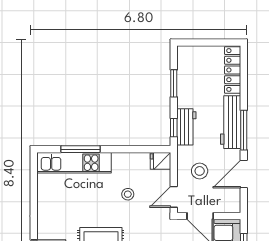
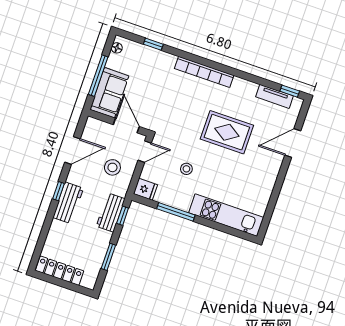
locker: (233, 70) -> (60, 271), moved, turned -90
workbench: (231, 122) -> (68, 203), width x0.73
window: (244, 130) -> (58, 191), width x0.46
window: (80, 149) -> (176, 212), moved

